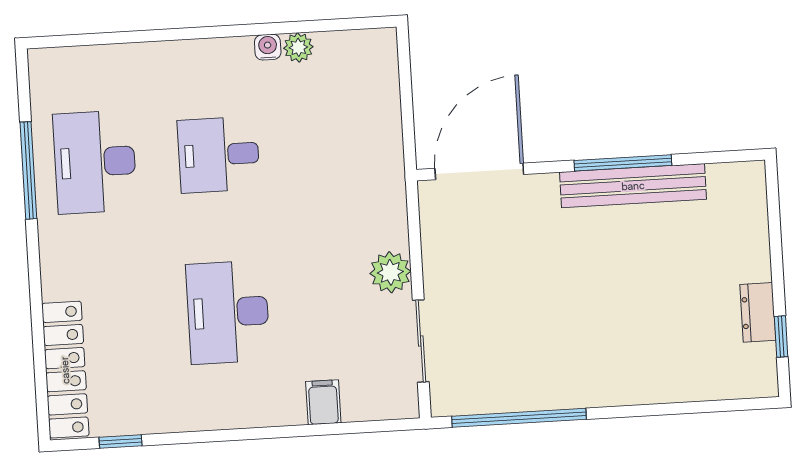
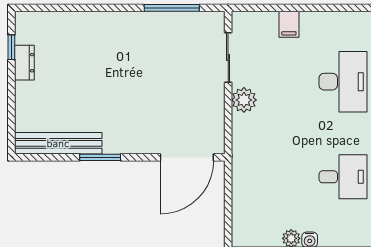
window: (623, 163) -> (100, 157), width x0.69
bench: (633, 186) -> (58, 143), moved
window: (519, 418) -> (172, 8), width x0.68

